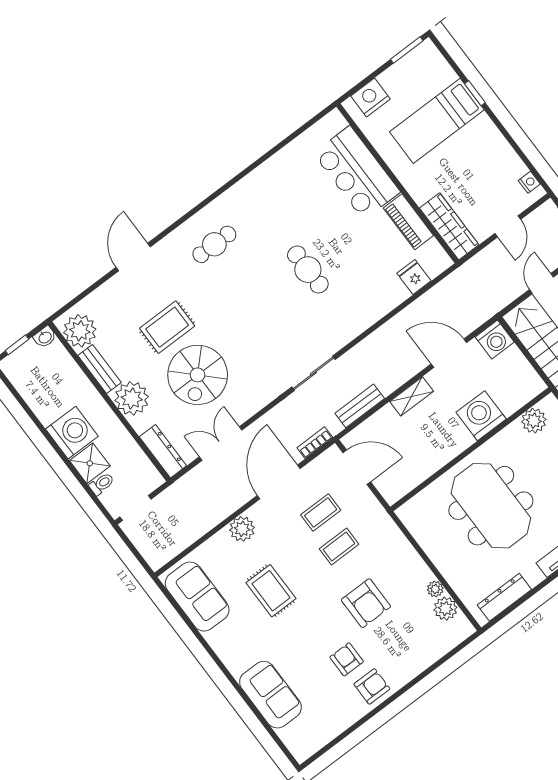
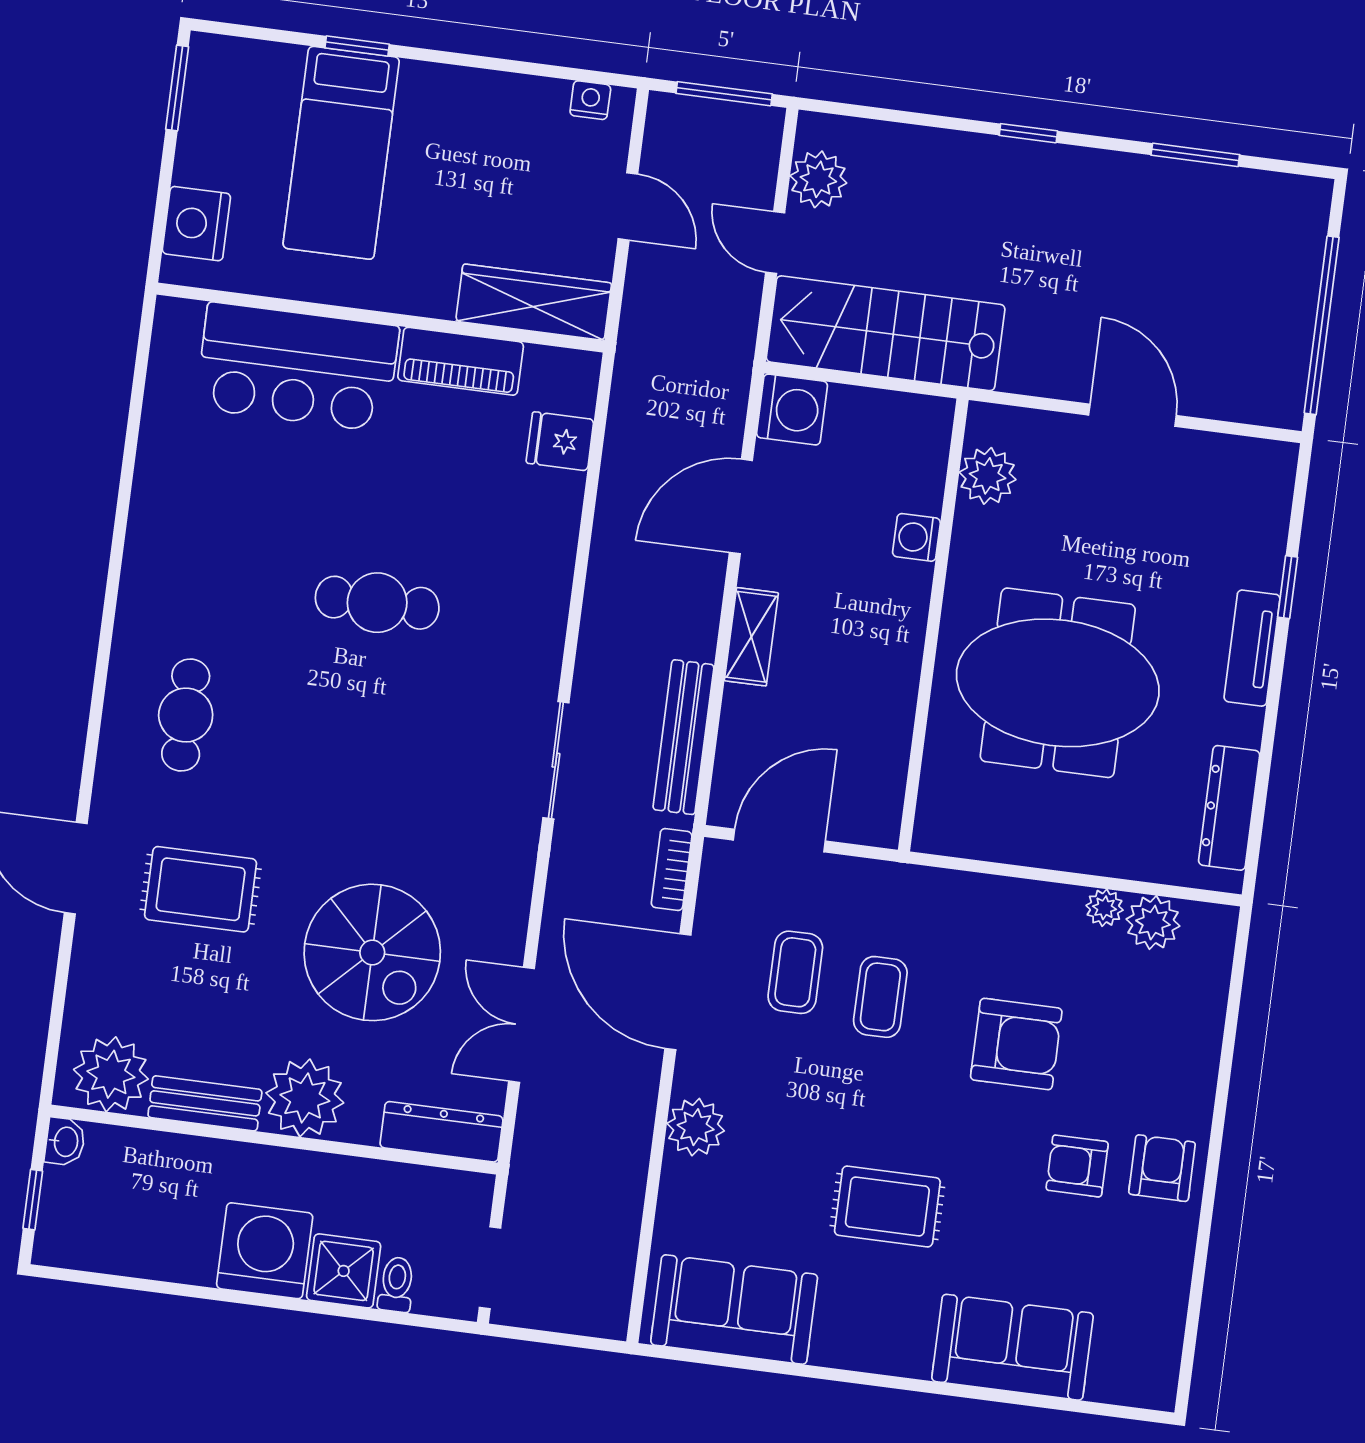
rug: (167, 327) -> (201, 889), moved, turned 90
bench: (360, 406) -> (683, 737), width x1.36
washing machine: (481, 416) -> (916, 537), width x0.53, depth x0.53
rug: (271, 591) -> (887, 1206), moved

